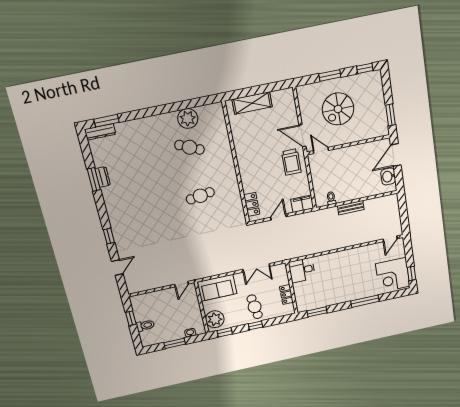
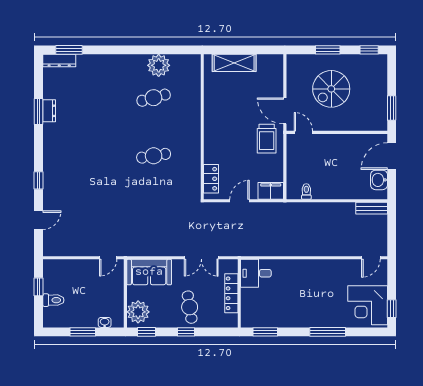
cafe table: (190, 147) -> (154, 98), turned -39
bench: (351, 208) -> (372, 208), moved
locker: (286, 294) -> (231, 293), width x1.53

